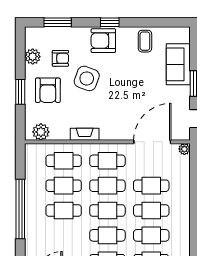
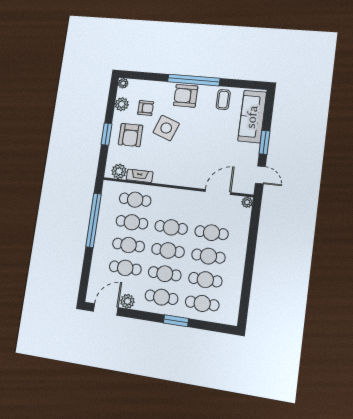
window: (58, 22) -> (148, 76), removed
window: (110, 22) -> (194, 80), width x3.17
plant: (31, 33) -> (123, 83), added
sofa: (178, 64) -> (252, 117), width x1.36
fireplace: (85, 134) -> (140, 176), moved
door: (152, 142) -> (218, 192), width x0.73
cafe table: (107, 161) -> (125, 268), moved
window: (20, 209) -> (93, 220), moved

